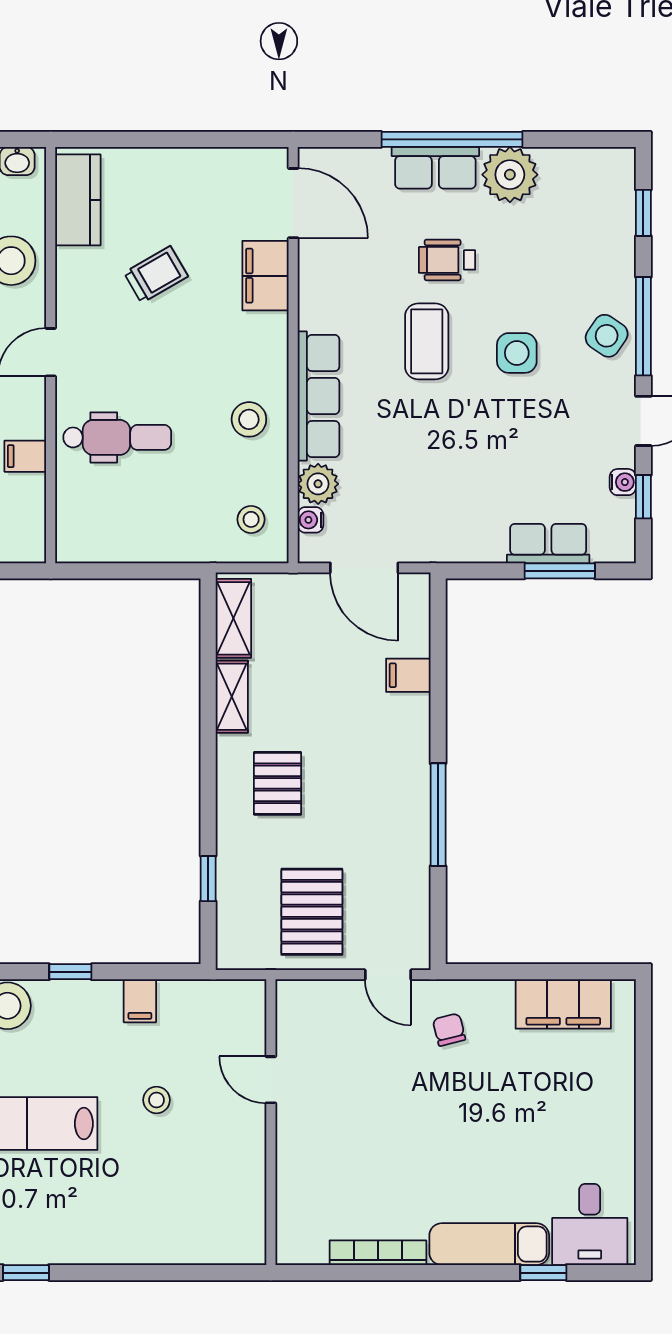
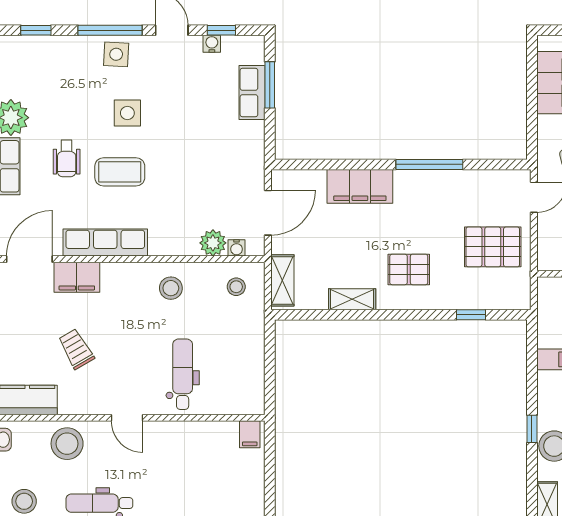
side table: (607, 336) -> (116, 54), turned -31
row of seats: (319, 396) -> (105, 243), moved
filing cabinet: (25, 456) -> (250, 434), moved
shelving: (233, 618) -> (282, 280), moved, turned 90
filing cabinet: (408, 675) -> (360, 186), width x3.00, depth x1.17
window: (70, 972) -> (532, 429), moved

